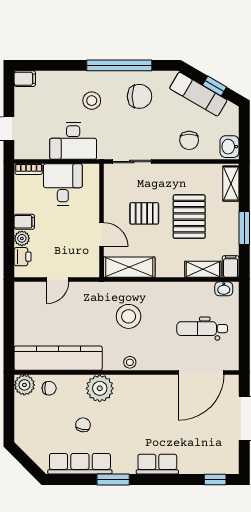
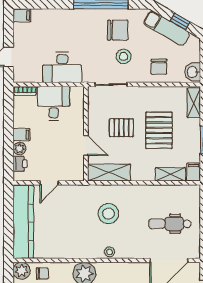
stool: (92, 101) -> (124, 56), moved
washbasin: (224, 289) -> (188, 191), removed
kitchen counter: (58, 358) -> (23, 222), moved, turned 90

